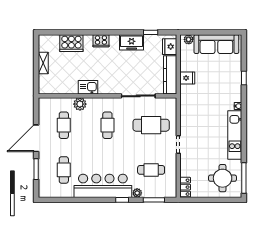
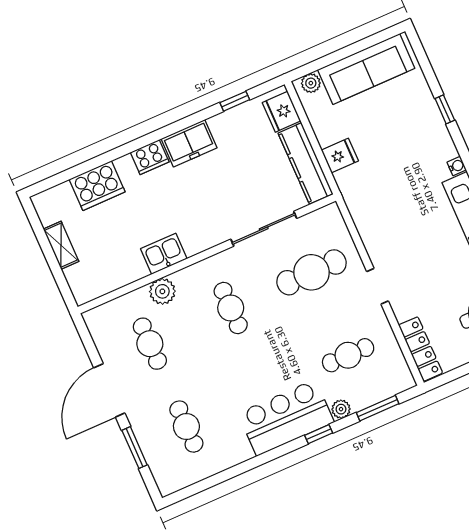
freezer: (132, 42) -> (189, 143), moved
bar counter: (103, 186) -> (286, 418), width x0.73
locker: (185, 187) -> (421, 349), width x1.53

